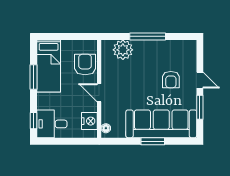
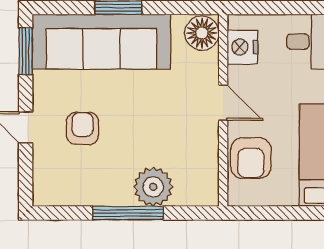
plant: (123, 50) -> (153, 187), moved
window: (200, 107) -> (26, 51), moved
floor lamp: (106, 128) -> (202, 33), width x1.89, depth x1.89

